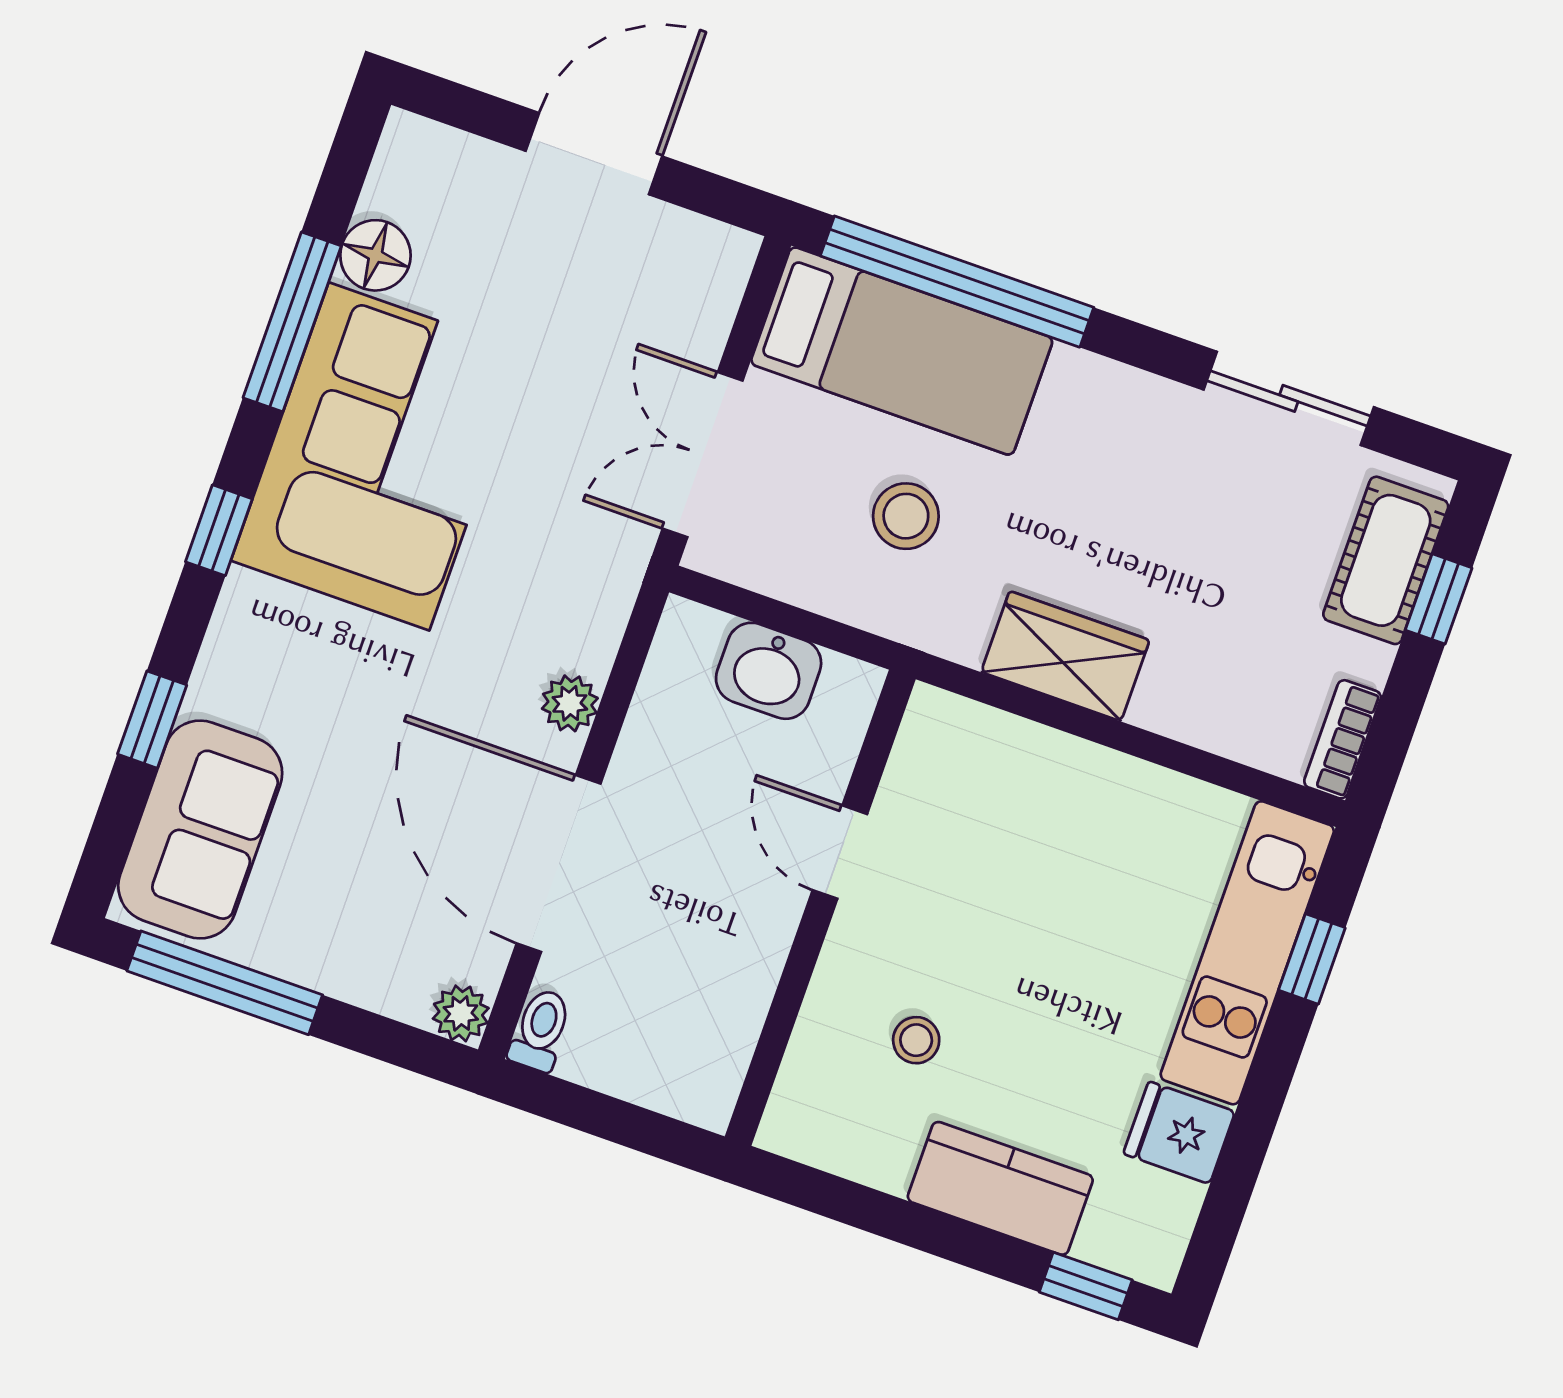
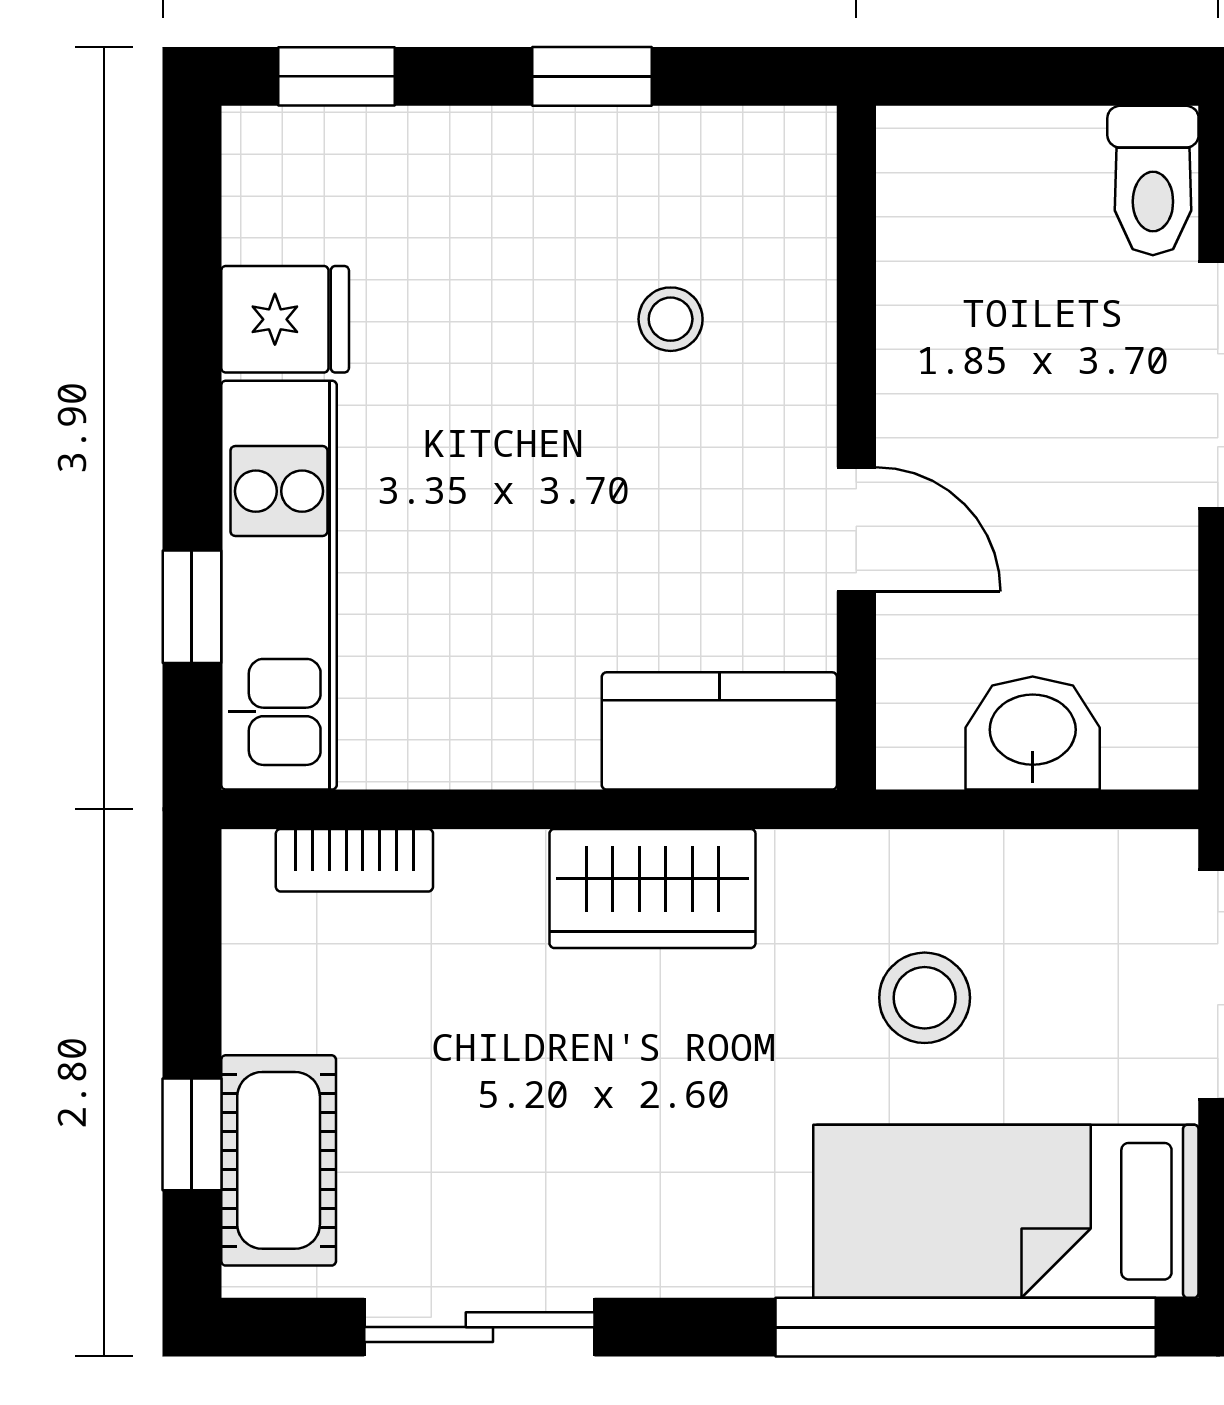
bookcase: (1343, 739) -> (354, 860), moved, turned 90
toilet: (540, 1030) -> (1153, 181), width x1.37, depth x1.39
kitchen counter: (1000, 1188) -> (719, 731), moved, turned 180
window: (911, 1225) -> (592, 76), added

